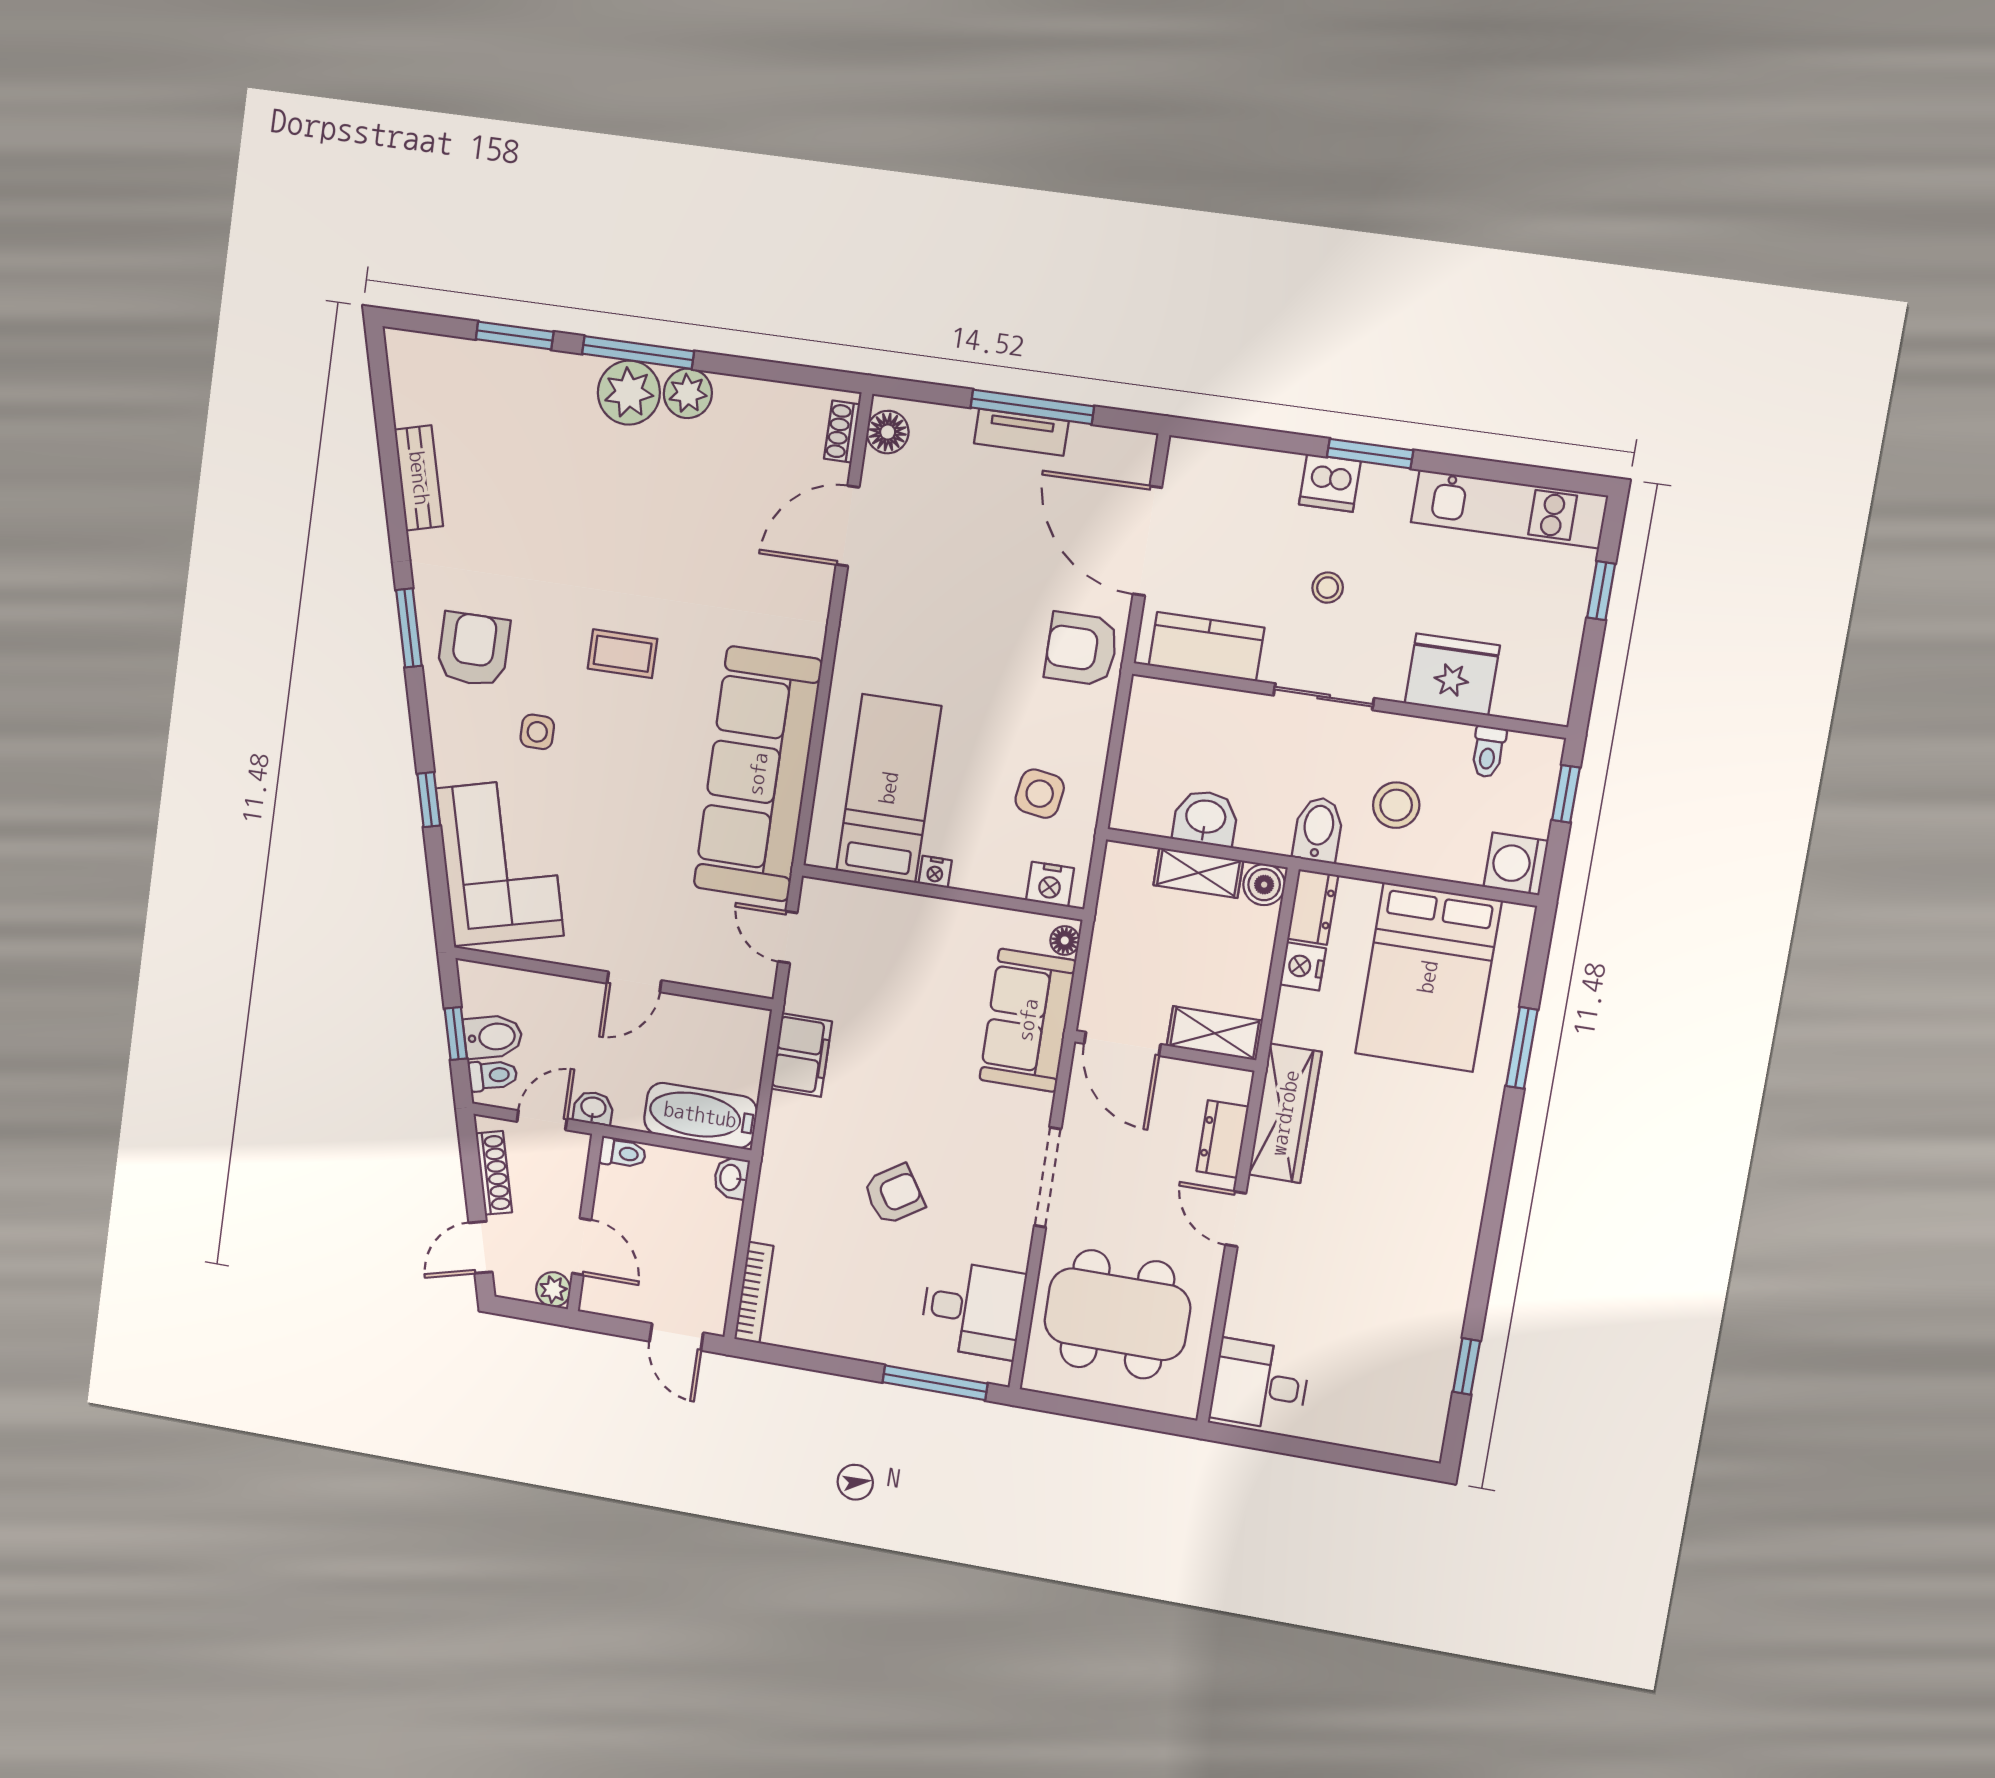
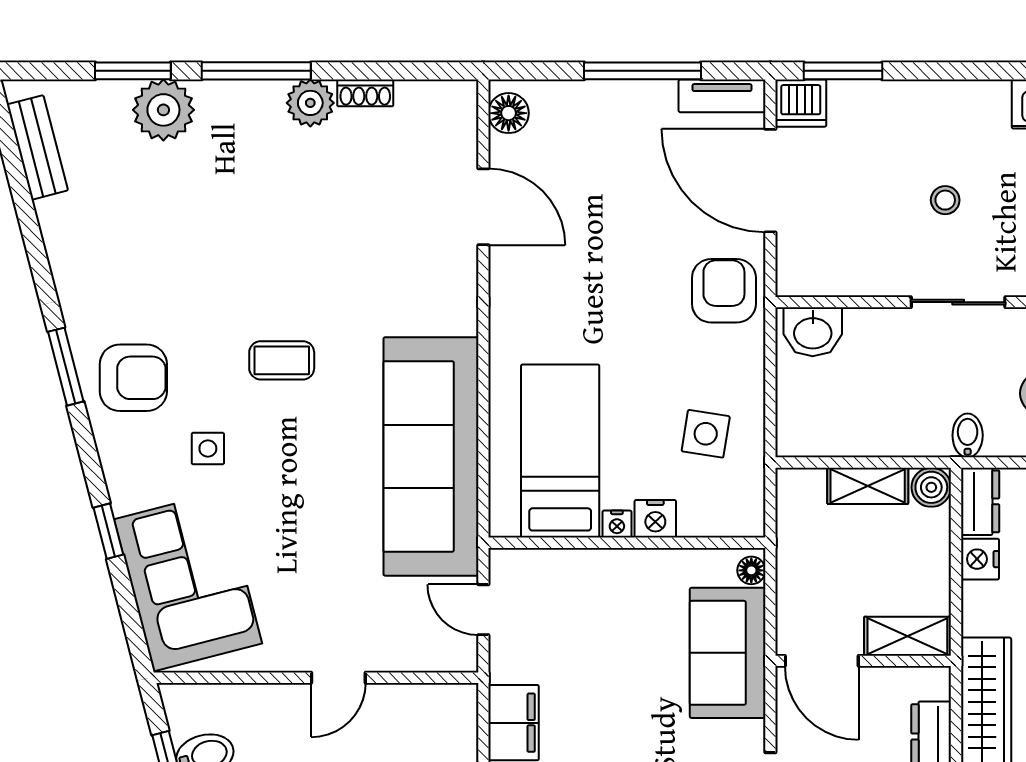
plant: (629, 393) -> (163, 110), moved
shoe rack: (842, 432) -> (365, 93), moved, turned -90
tv unit: (1021, 432) -> (722, 96), moved
window: (1370, 454) -> (843, 71), moved
bench: (419, 478) -> (37, 147), moved
dishwasher: (1330, 483) -> (801, 103), moved
door: (848, 526) -> (483, 207), swing flipped
kitchen counter: (1206, 647) -> (841, 271), removed
armchair: (474, 649) -> (133, 378), turned 90
armchair: (1081, 649) -> (724, 291), turned 90
washbasin: (1206, 818) -> (813, 332), moved, turned 180
bidet: (1318, 830) -> (968, 435), width x0.72, depth x0.74
nightstand: (1050, 884) -> (655, 519), moved

